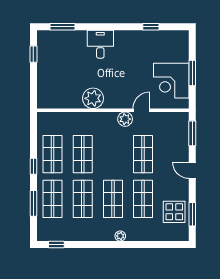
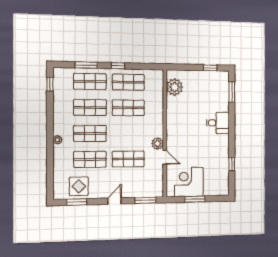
plant: (93, 98) -> (175, 87), moved

